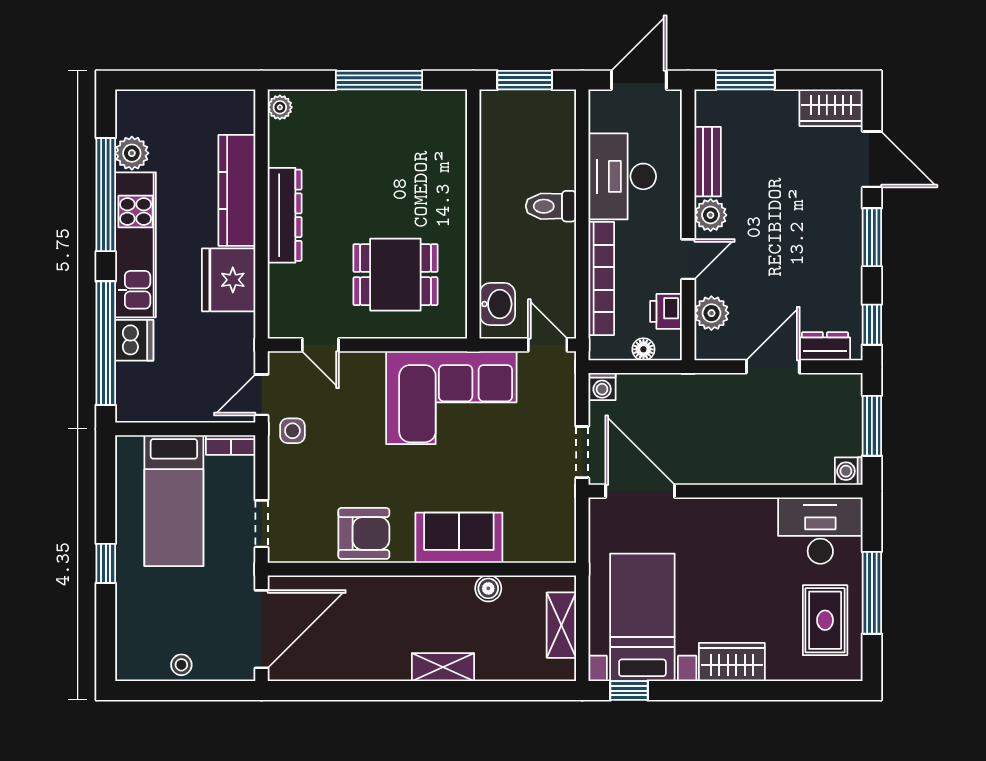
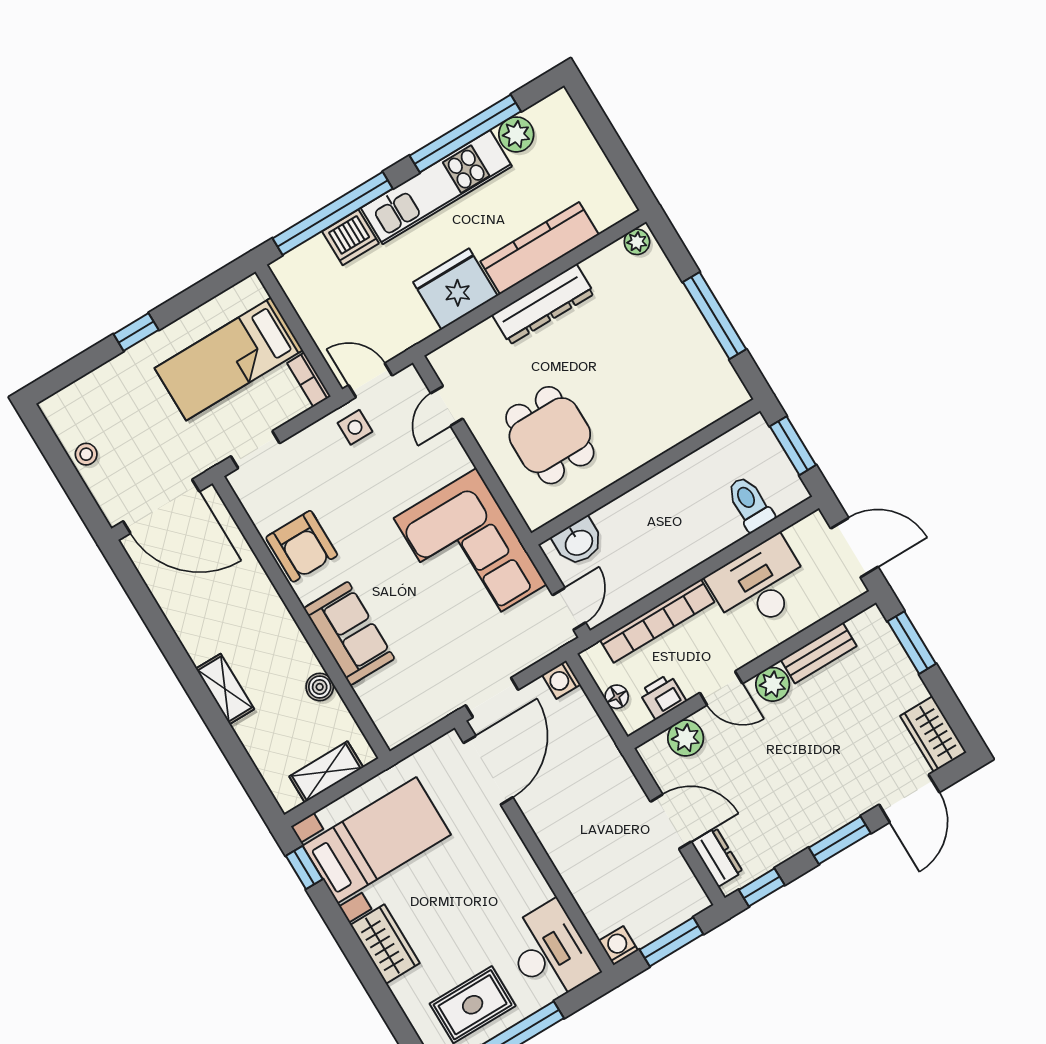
toilet: (551, 206) -> (750, 504), moved

